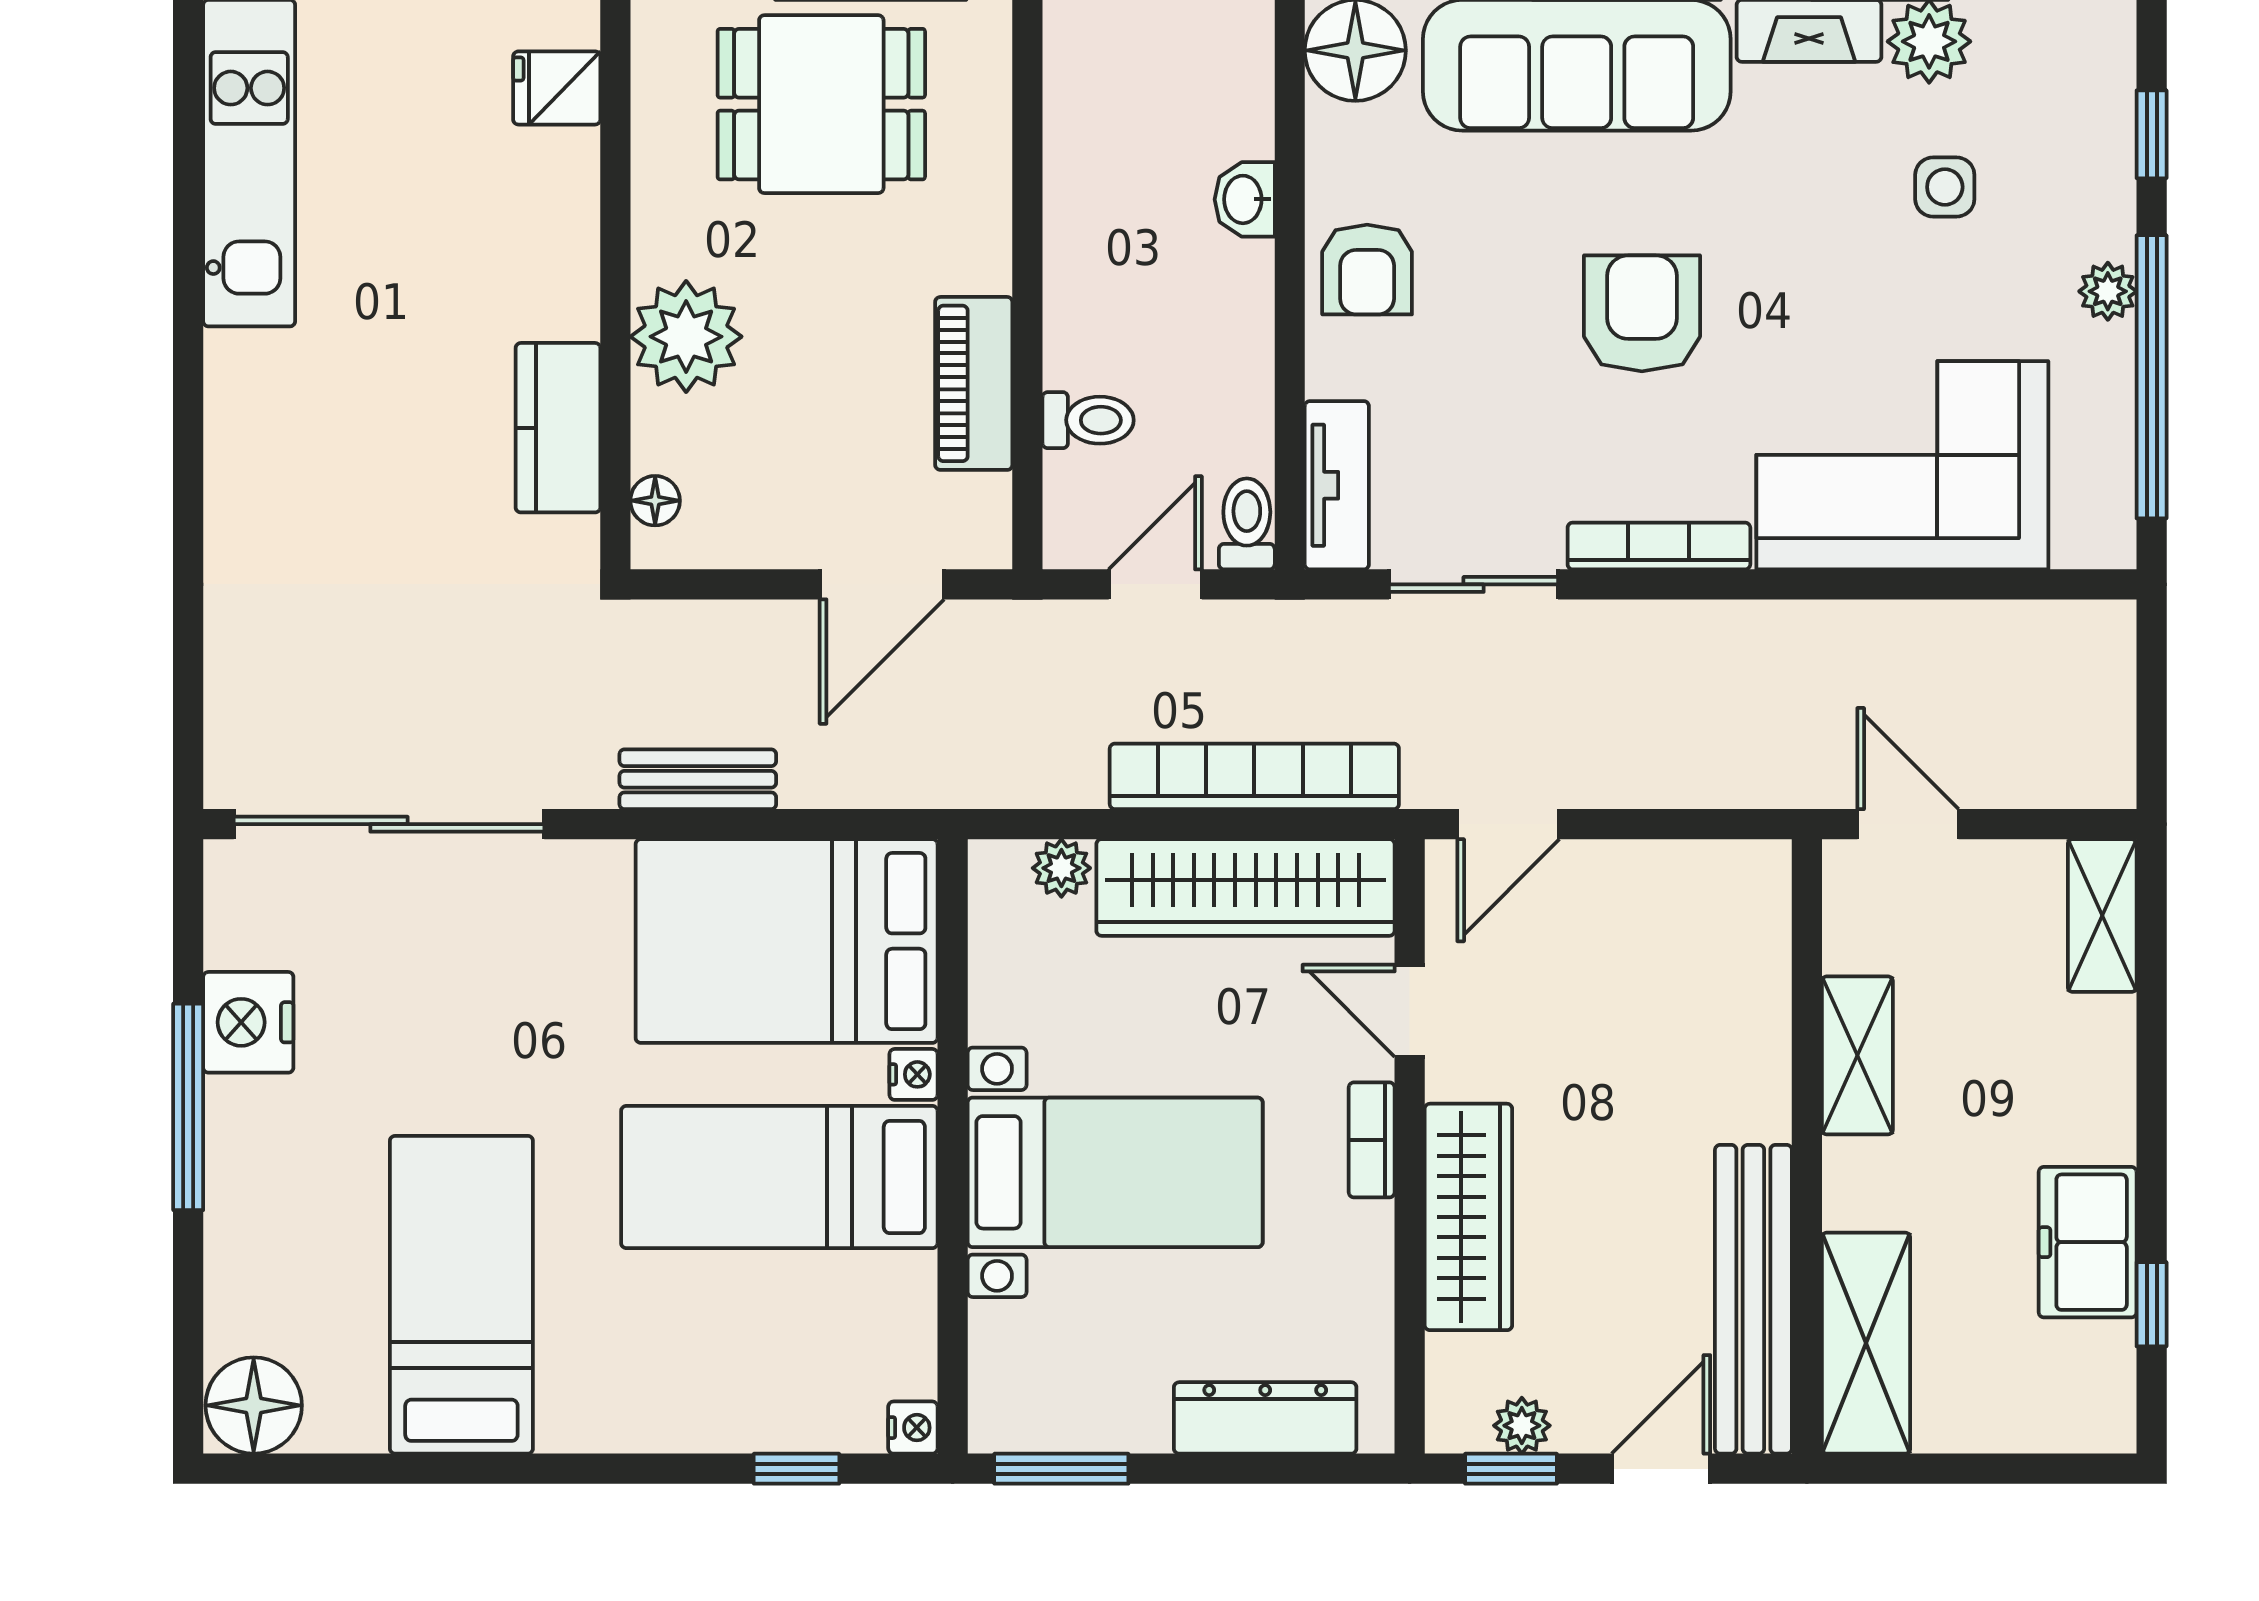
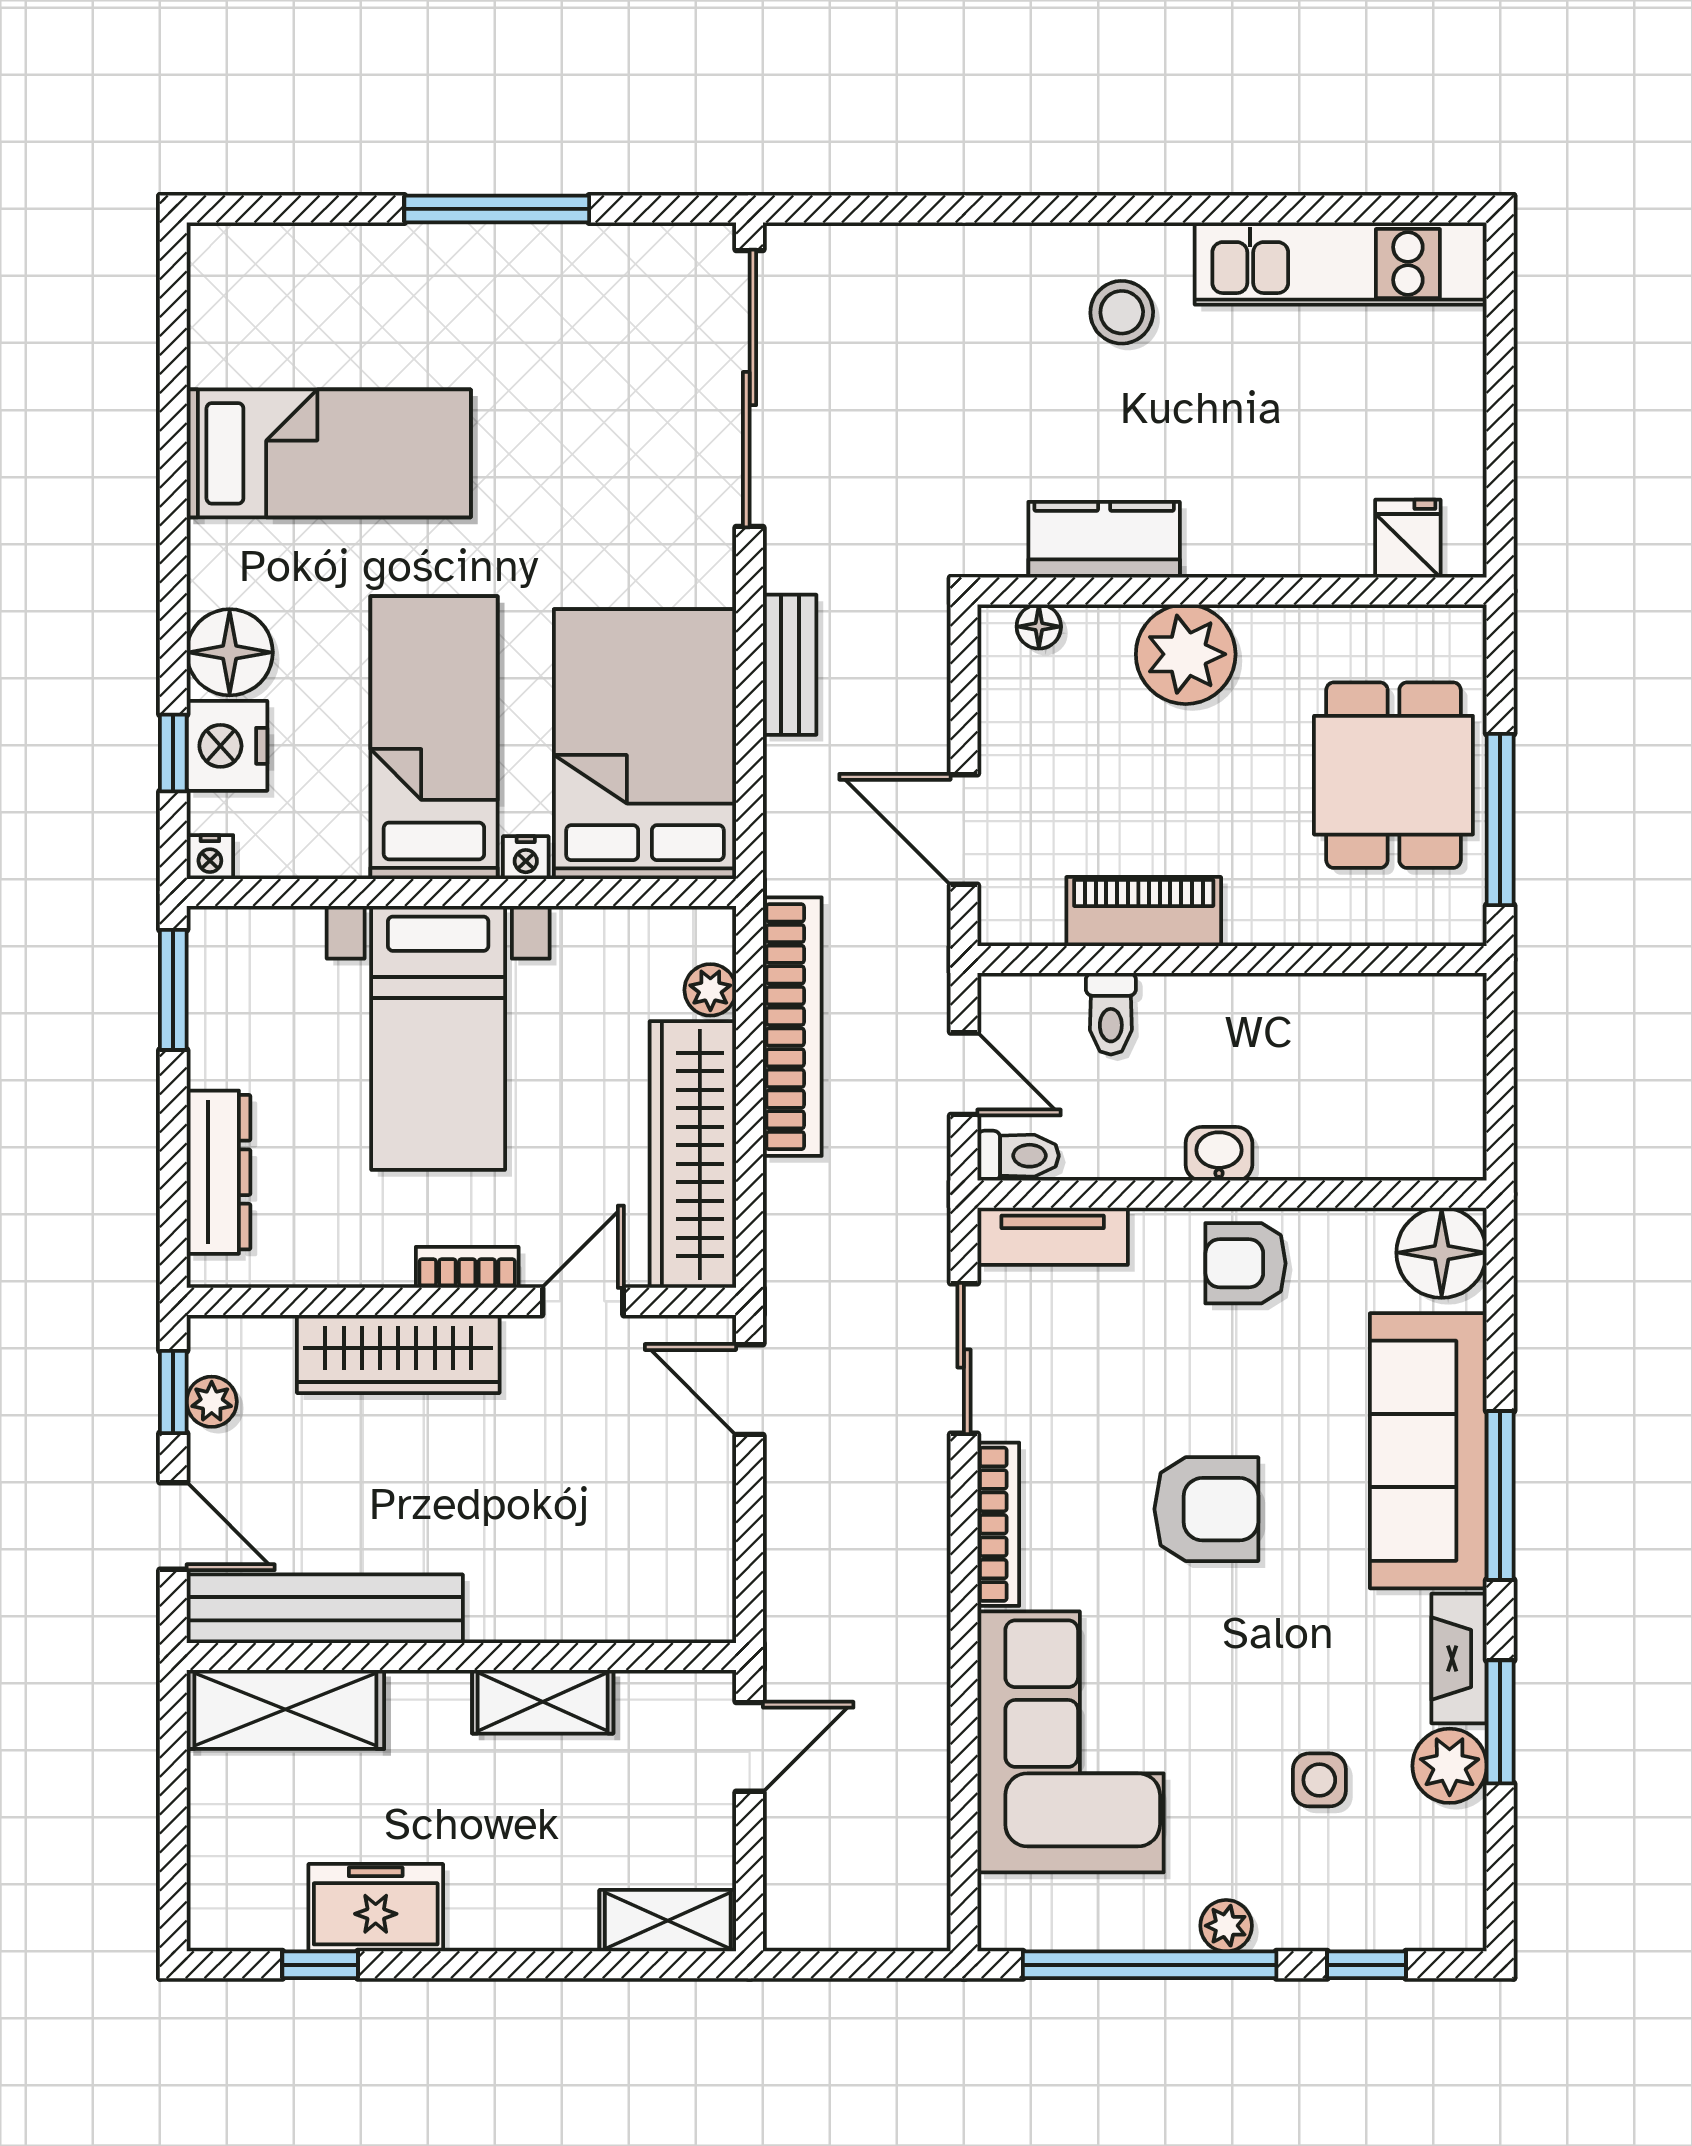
washbasin: (1245, 199) -> (1219, 1154), moved
stool: (304, 408) -> (1122, 312), added
bookcase: (1254, 776) -> (792, 1027), moved
nightstand: (248, 1022) -> (227, 746), moved, turned -90
floor lamp: (254, 1405) -> (230, 652), moved

